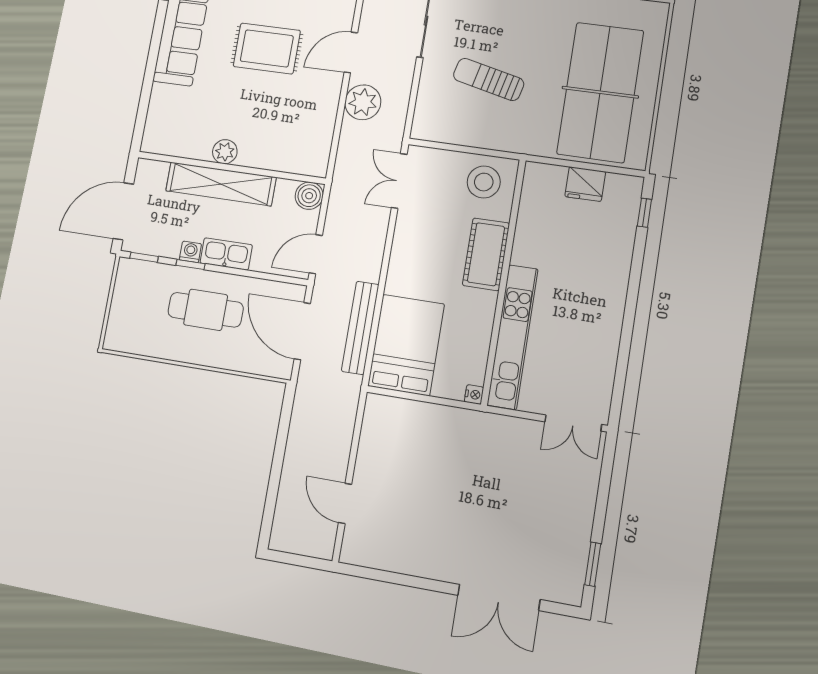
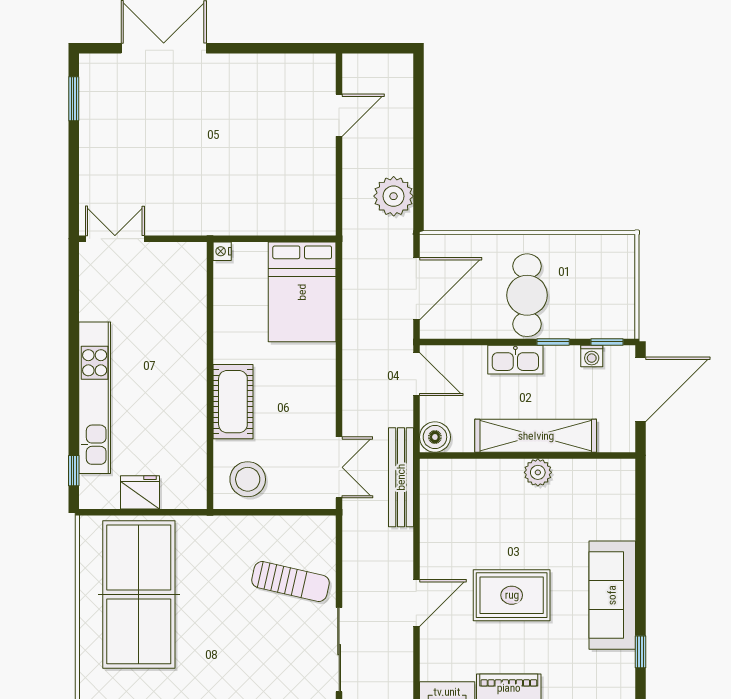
sun lounger: (489, 79) -> (291, 581), moved
plant: (363, 102) -> (394, 196), moved
washing machine: (190, 252) -> (592, 356), moved
door: (316, 254) -> (416, 374), hinge flipped
cafe table: (206, 310) -> (527, 295), turned 90
bench: (360, 328) -> (401, 477), moved
door: (302, 331) -> (416, 289), hinge flipped
kitchen unit: (513, 337) -> (95, 398), moved, turned 180
door: (345, 503) -> (339, 115), hinge flipped

